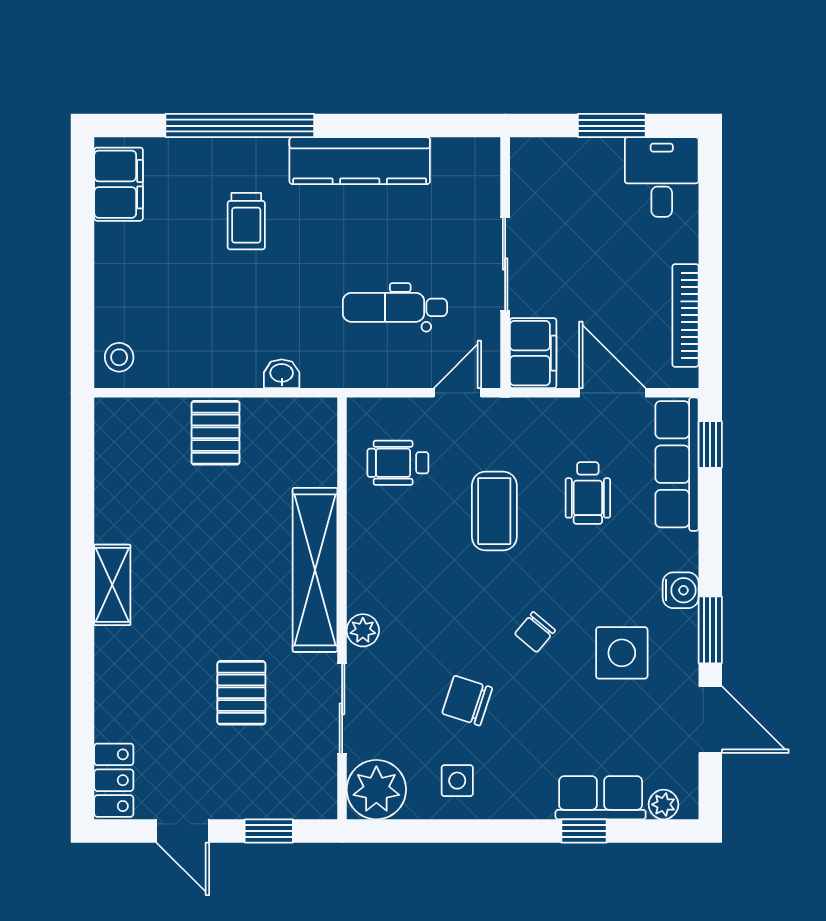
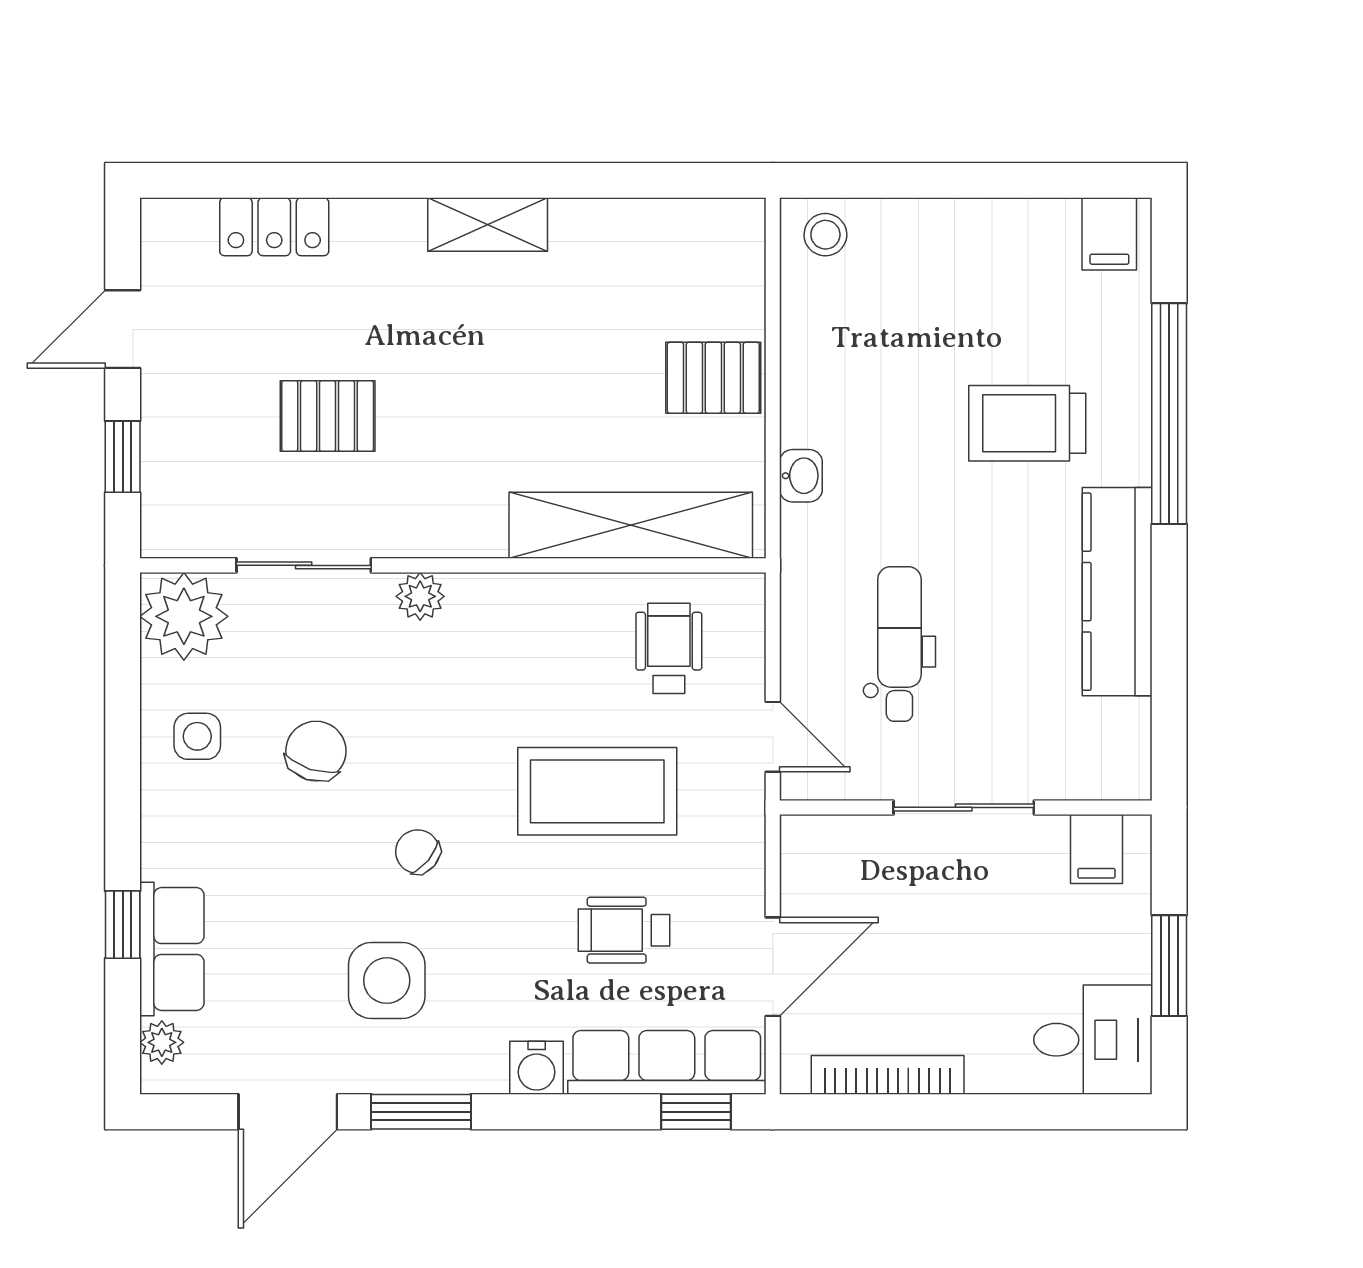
filing cabinet: (119, 184) -> (1109, 234), width x0.50
trolley: (246, 221) -> (1027, 423), width x1.36, depth x1.39
filing cabinet: (533, 353) -> (1097, 849), moved, width x0.50
coffee table: (494, 511) -> (597, 791), width x1.36, depth x1.32
shelving: (315, 570) -> (631, 525), moved
water cooler: (681, 590) -> (537, 1068), moved
locker: (114, 780) -> (274, 227), moved

